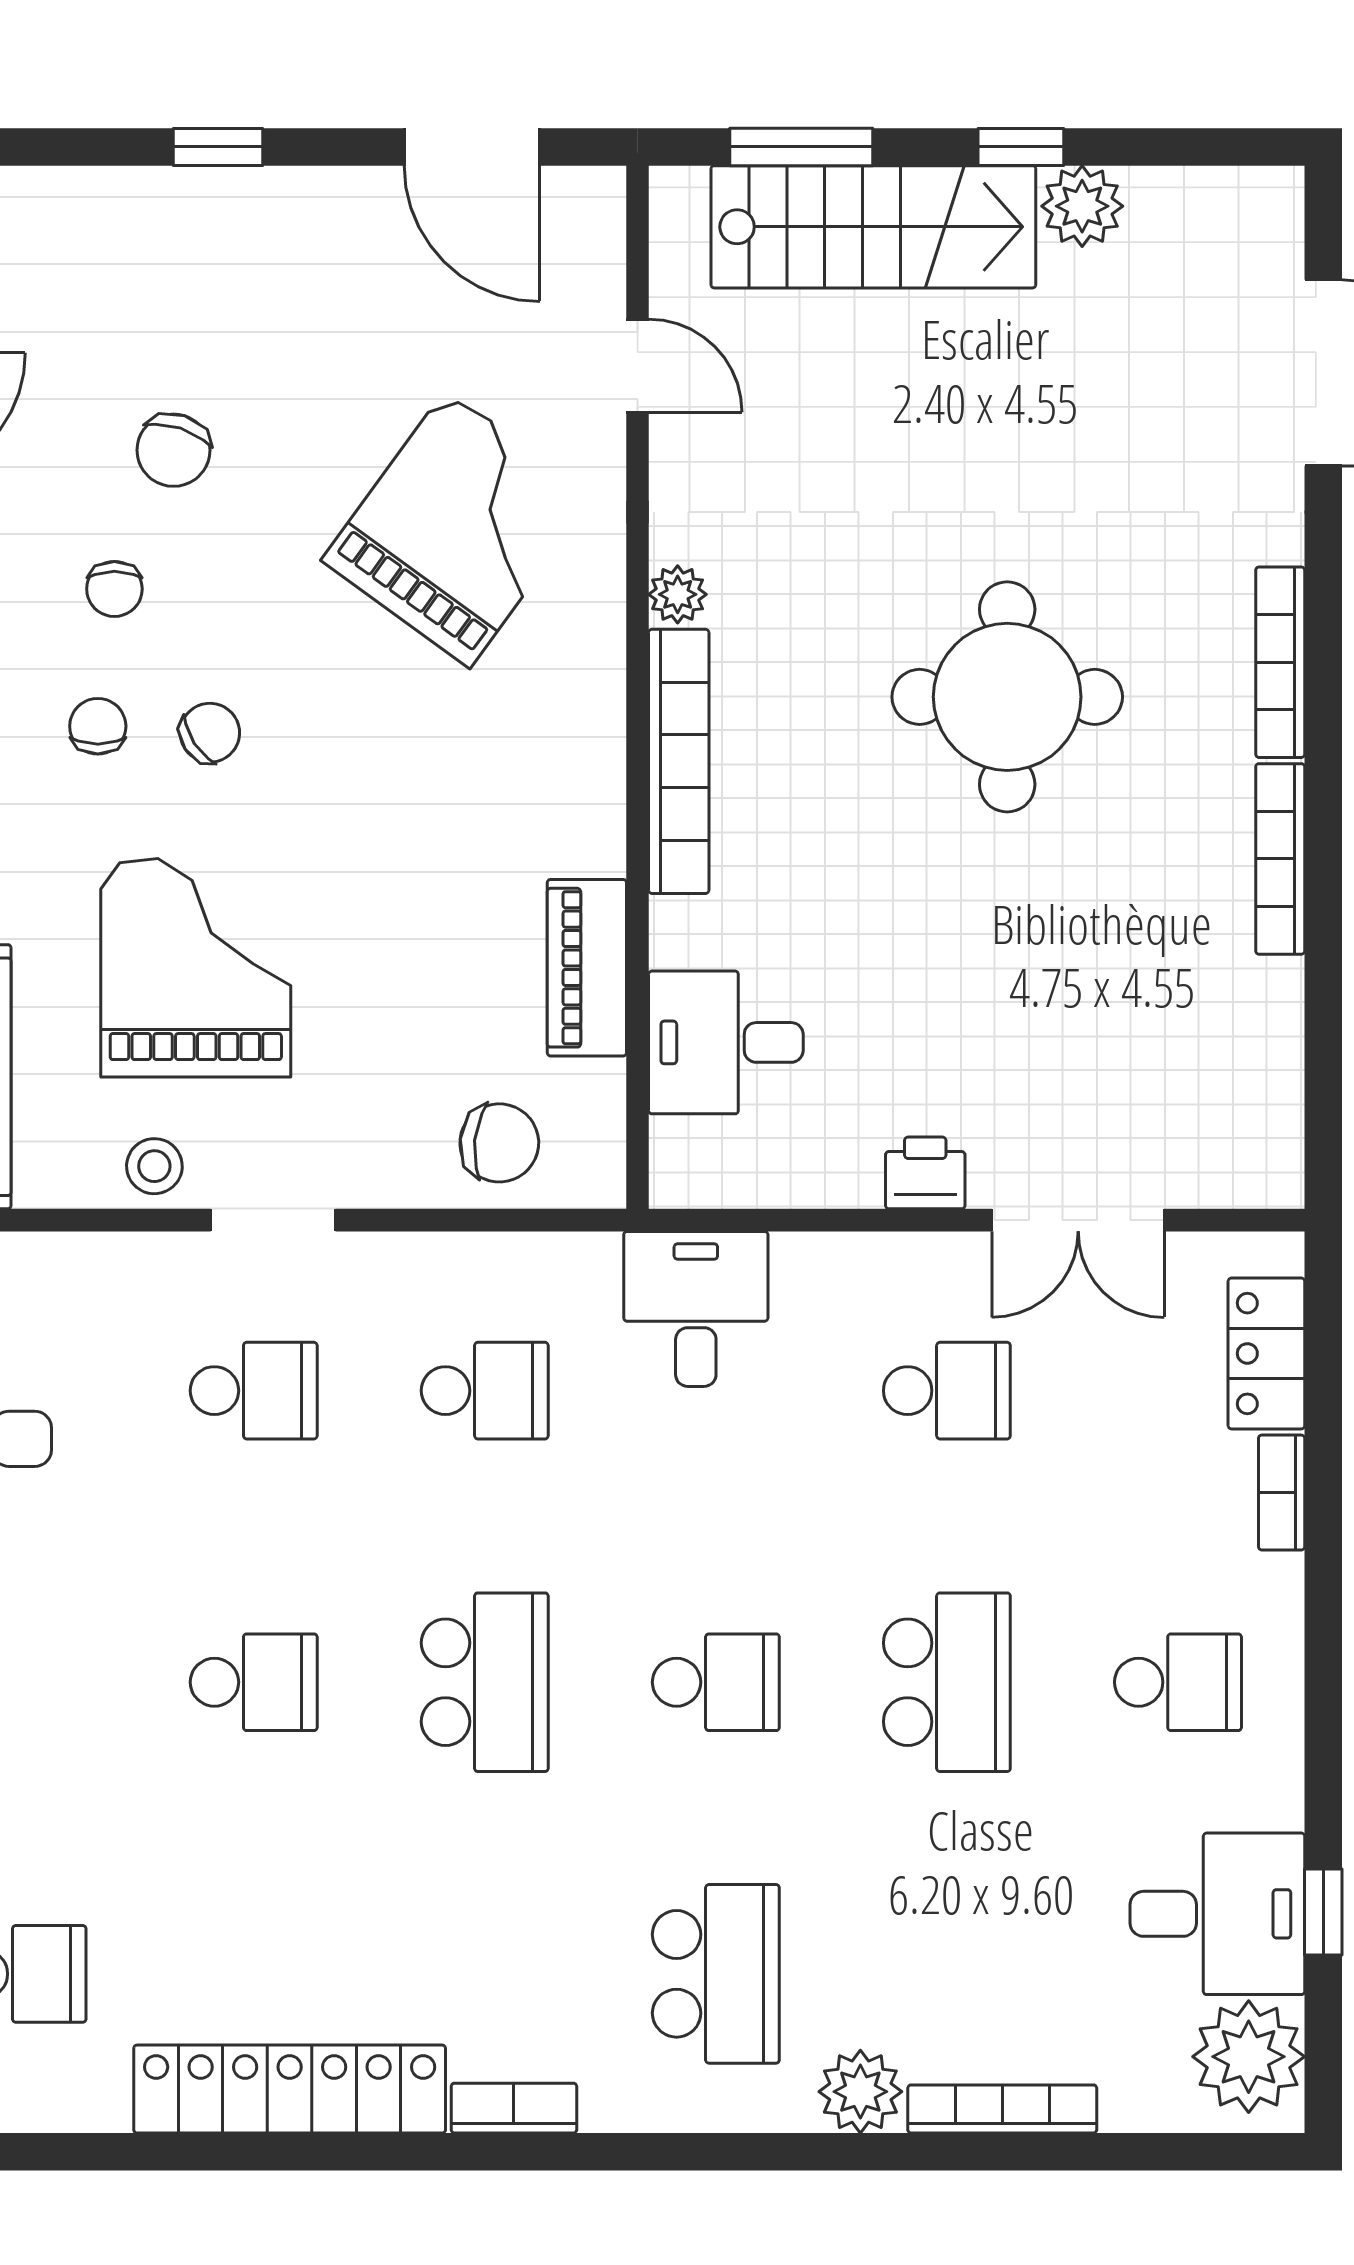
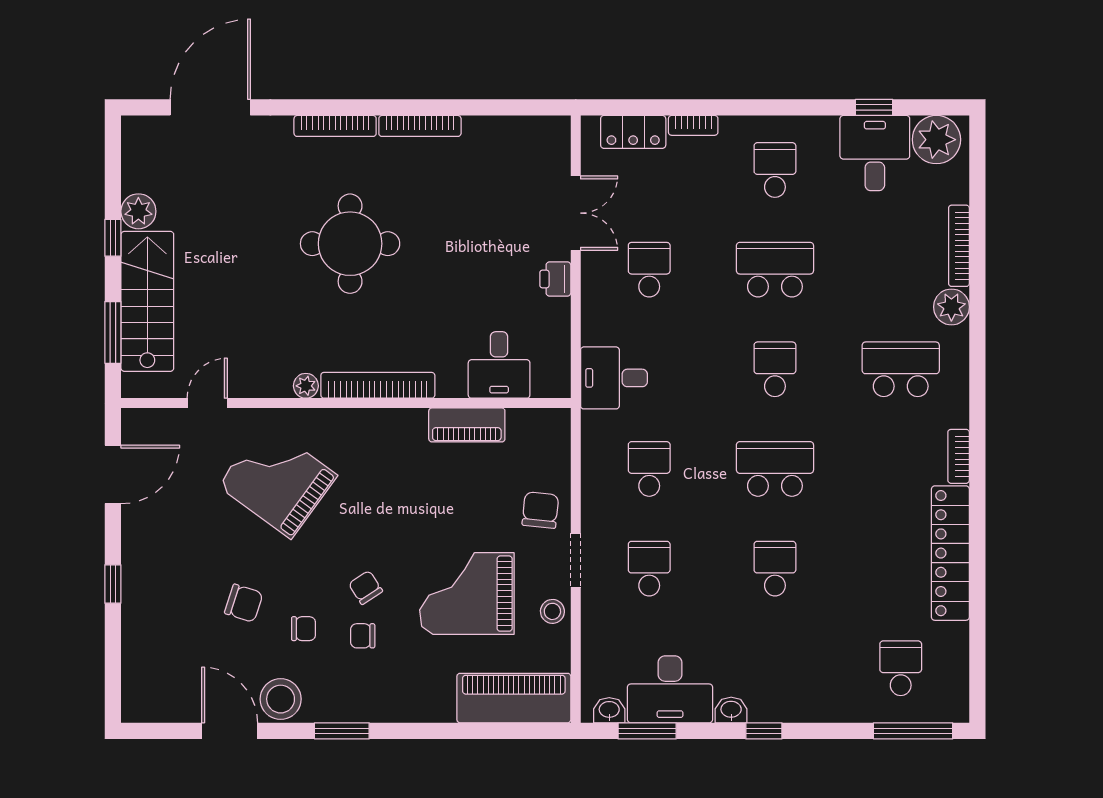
chair: (499, 1143) -> (540, 510), moved

